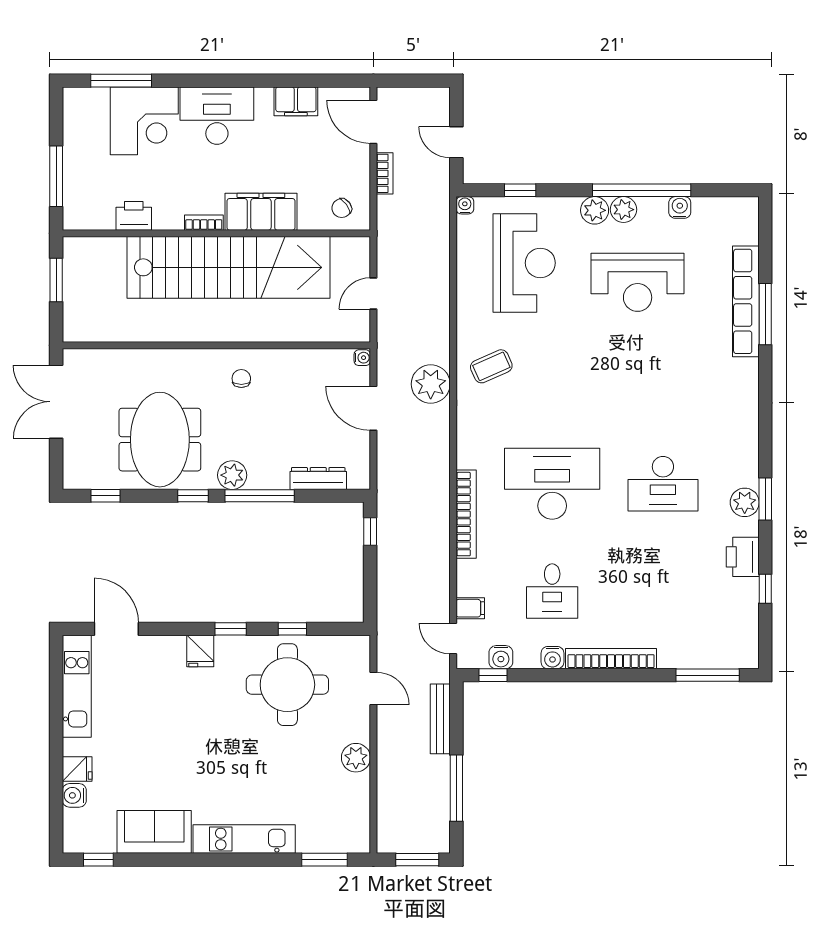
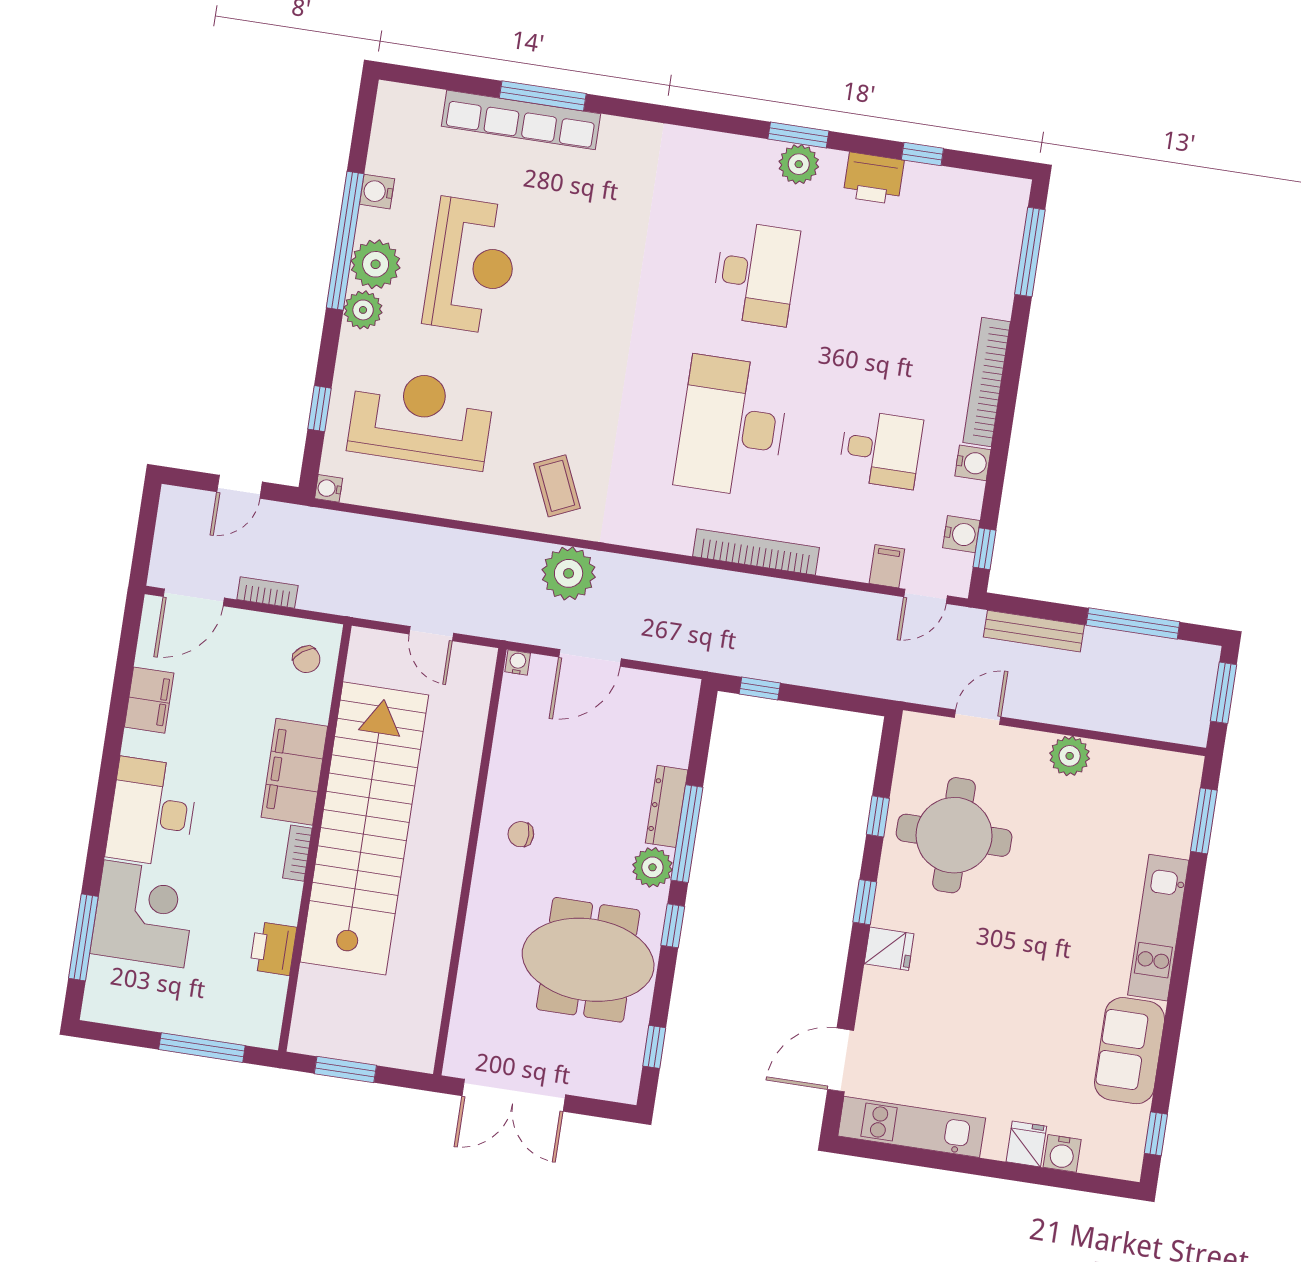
plant: (623, 210) -> (376, 264), width x1.36, depth x1.36
dresser: (318, 479) -> (667, 806), moved

